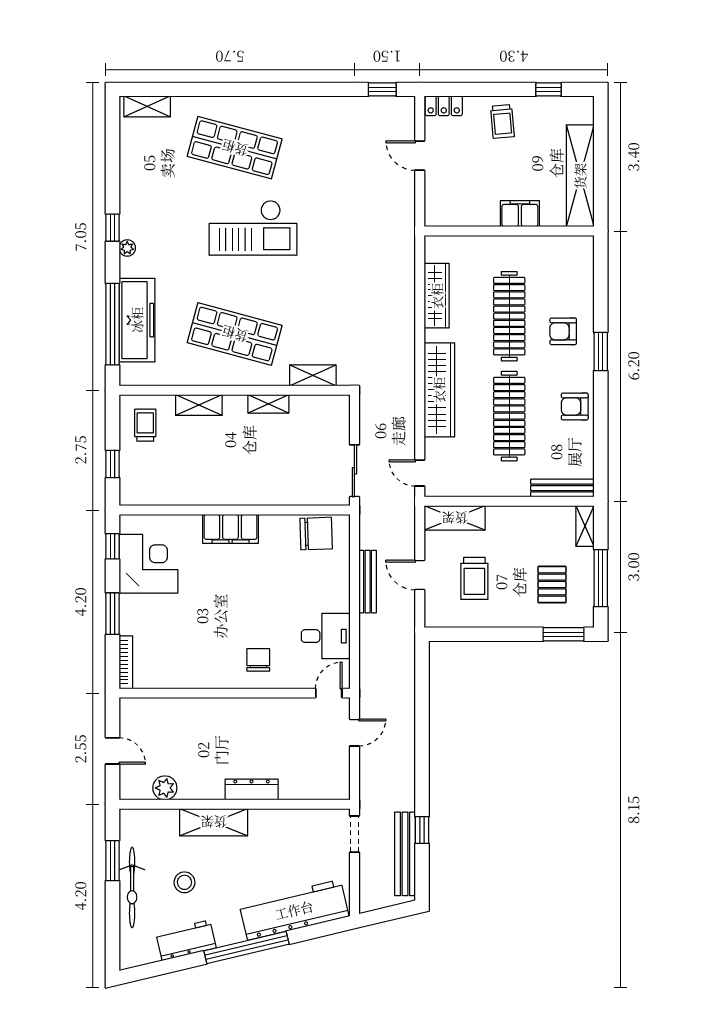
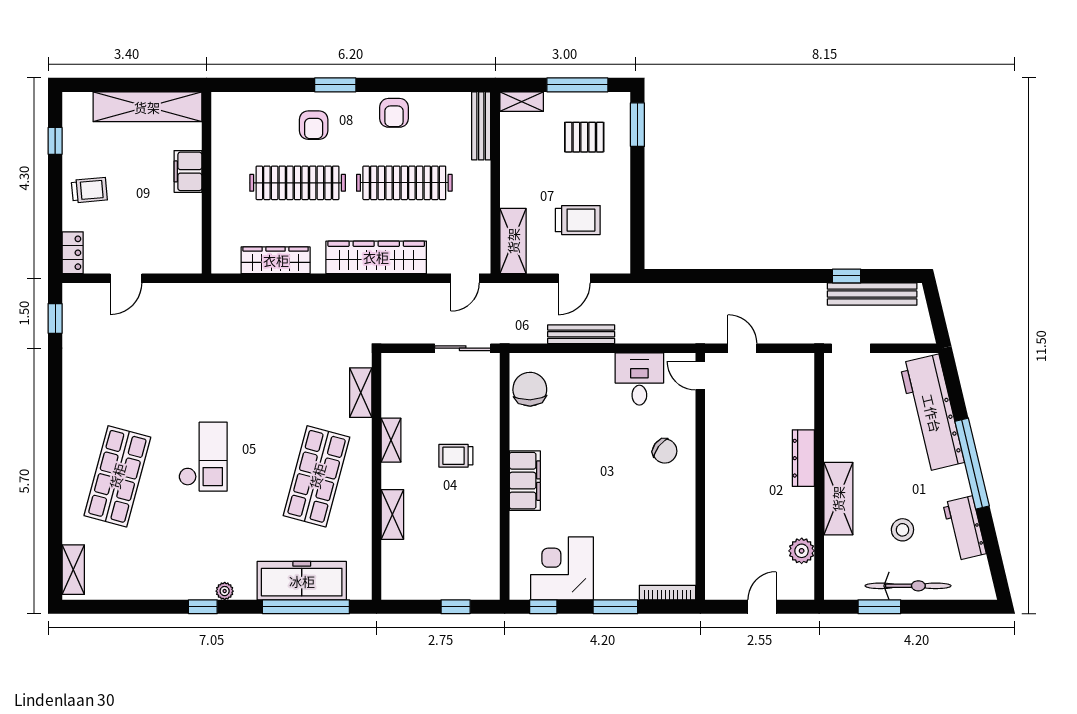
checkout: (253, 228) -> (203, 457), width x0.73, depth x0.83
trolley: (145, 425) -> (456, 456), moved
chair: (258, 660) -> (665, 451), turned -143

